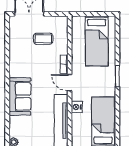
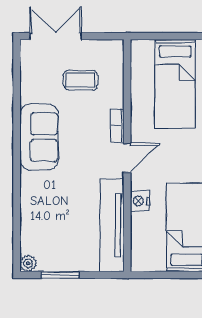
door: (70, 83) -> (127, 158), swing flipped
sofa: (20, 96) -> (39, 137), moved

